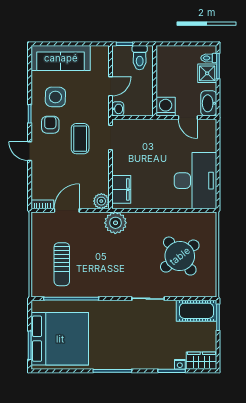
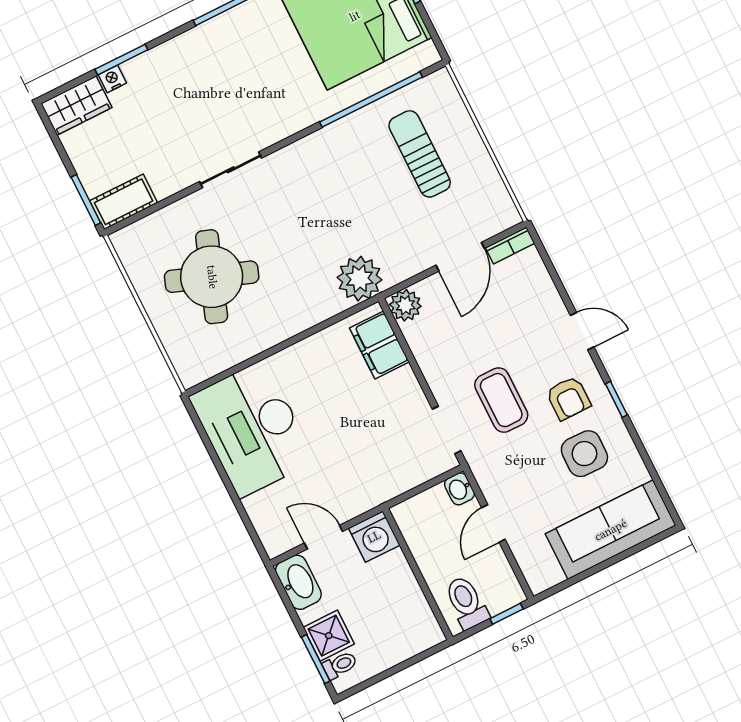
round table: (180, 256) -> (212, 277), turned -32
cot: (196, 311) -> (124, 202), width x0.73, depth x0.75

